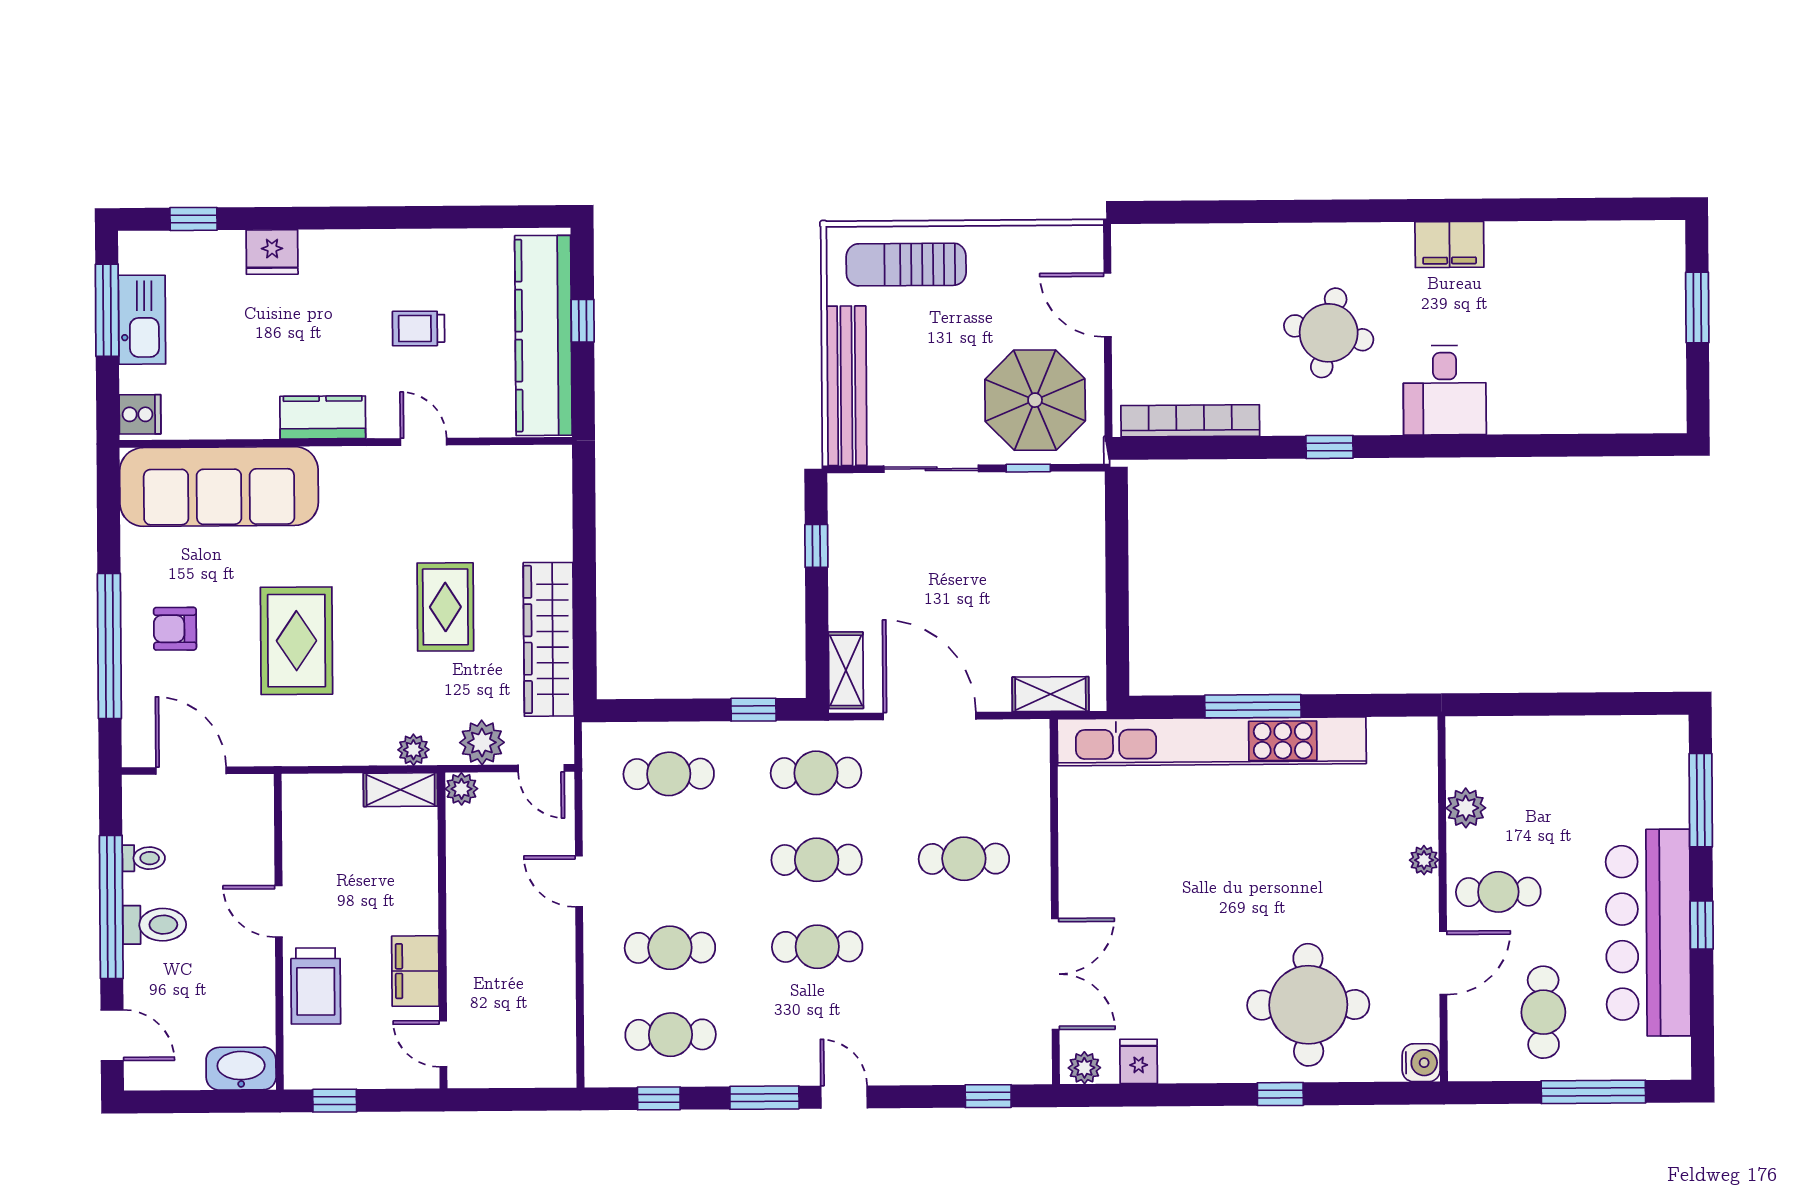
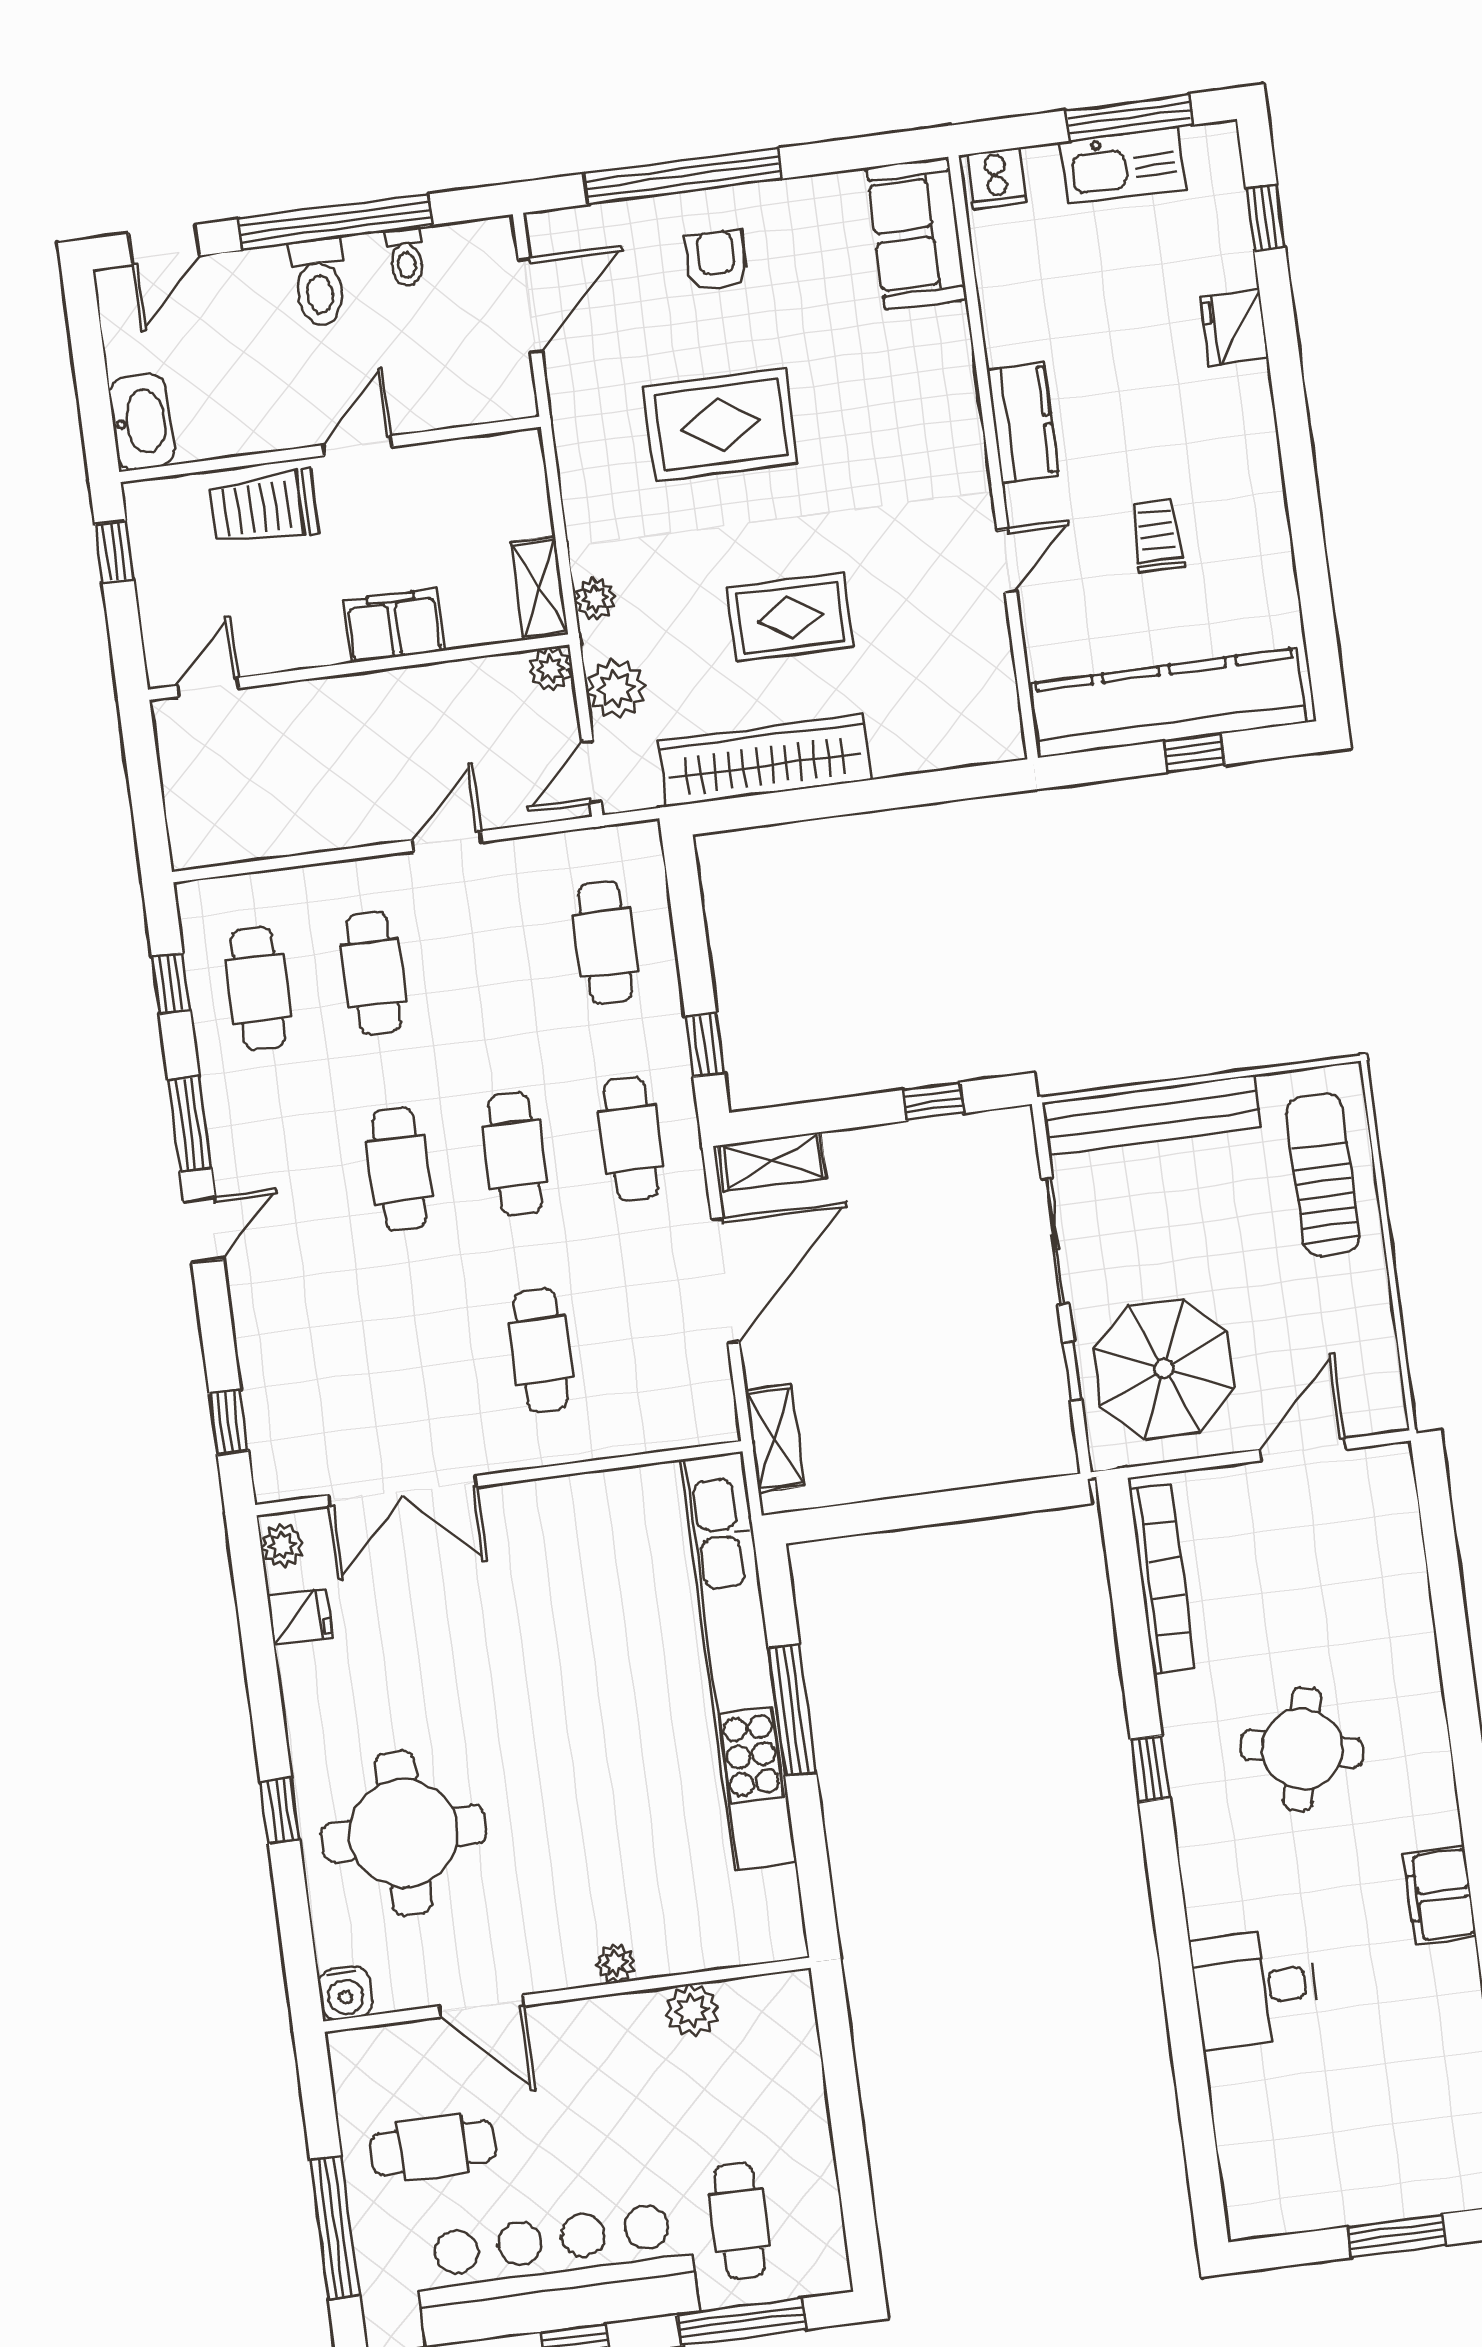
desk: (1445, 390) -> (1255, 1988), moved
sofa: (219, 487) -> (916, 234), width x0.54, depth x0.79
cafe table: (1498, 892) -> (739, 2221), moved
filing cabinet: (415, 971) -> (394, 626), moved

